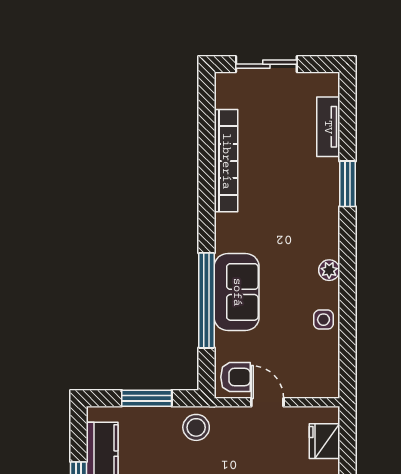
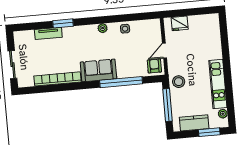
tv unit: (328, 127) -> (48, 33), moved
sofa: (237, 292) -> (98, 70), moved
window: (147, 398) -> (168, 105), width x1.44

